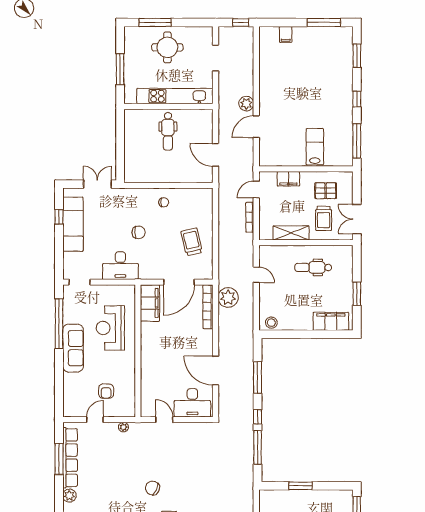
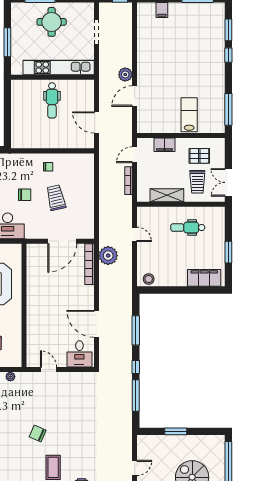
window: (357, 99) -> (228, 55), moved
trolley: (192, 242) -> (56, 198), moved
filing cabinet: (150, 303) -> (35, 261), removed
desk: (192, 403) -> (79, 354), width x0.73

